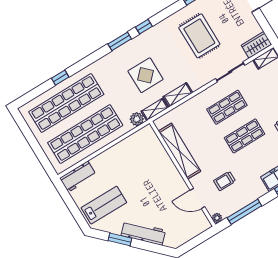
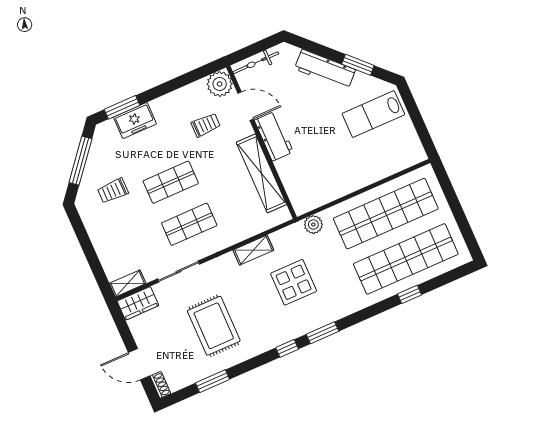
shelving: (155, 109) -> (287, 234), removed
workbench: (78, 177) -> (274, 136), moved, turned 90
window: (244, 212) -> (184, 80), removed
plant: (217, 218) -> (220, 84), width x1.88, depth x1.88
bicycle: (194, 231) -> (256, 63), added

